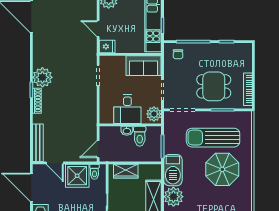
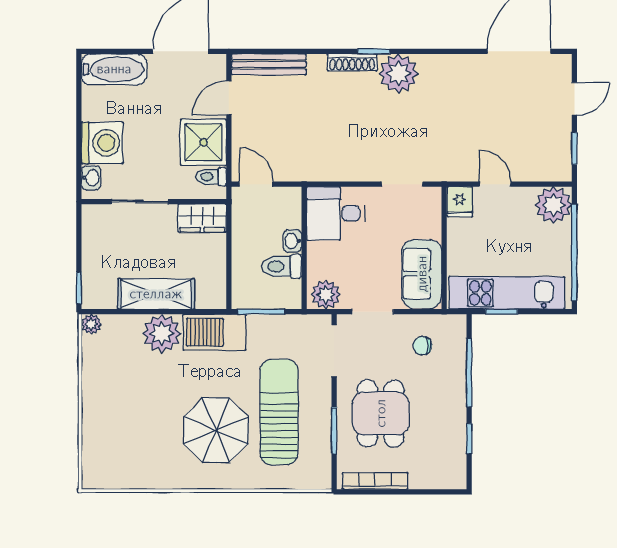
door: (98, 29) -> (495, 184), hinge flipped
chair: (178, 54) -> (422, 346), moved
desk: (127, 109) -> (335, 213), moved
wardrobe: (126, 171) -> (202, 218), moved, turned -90

